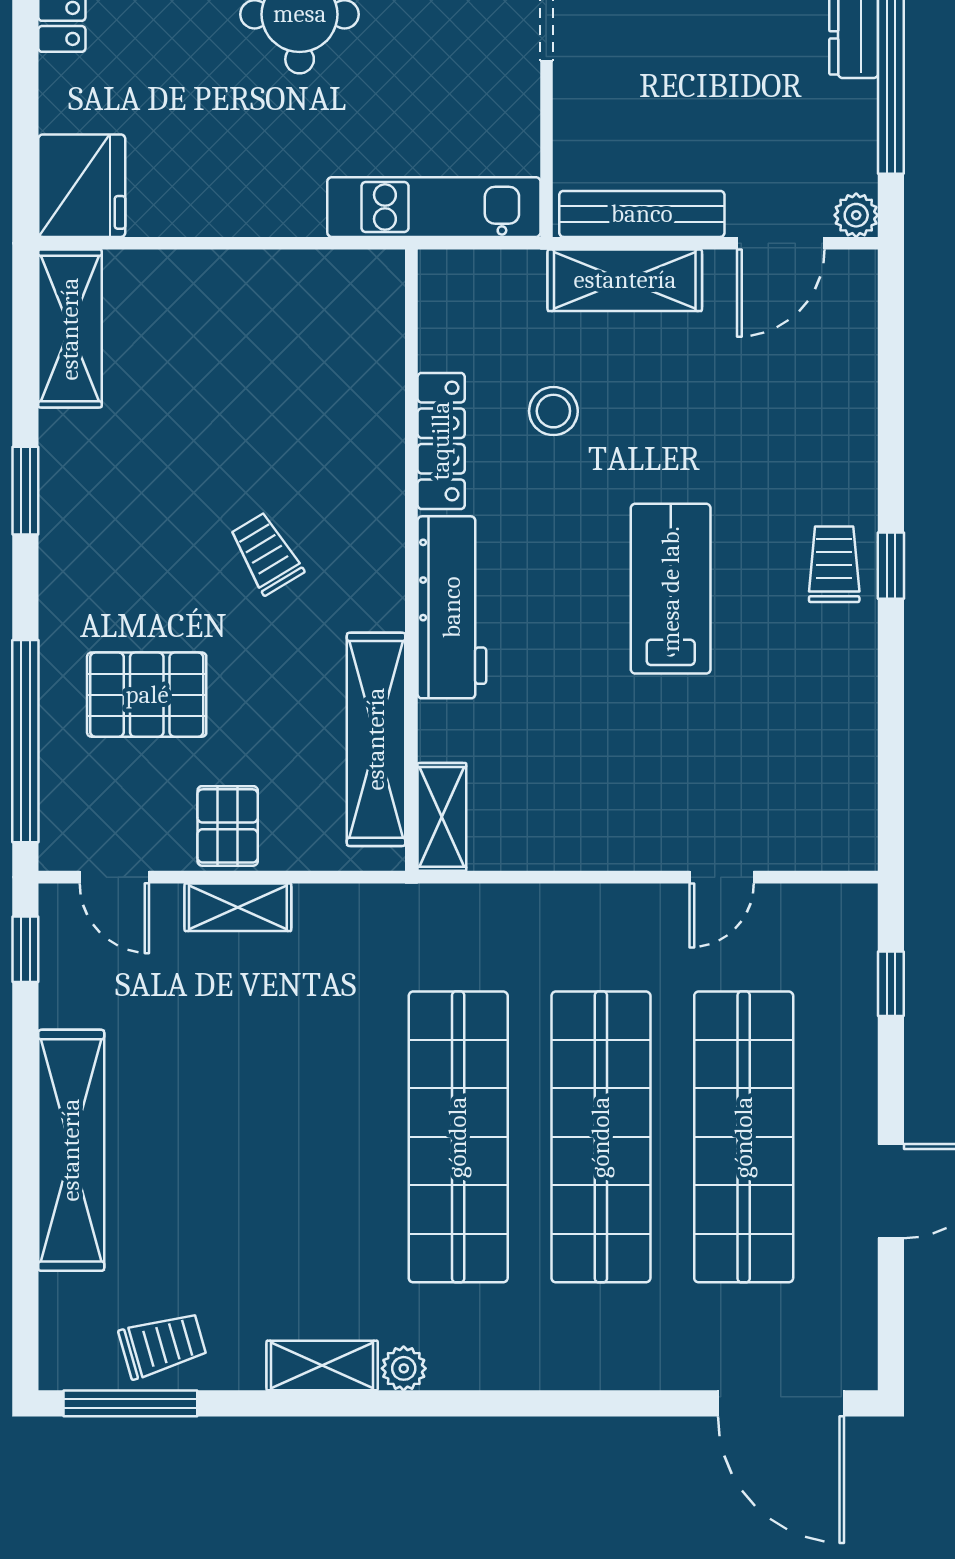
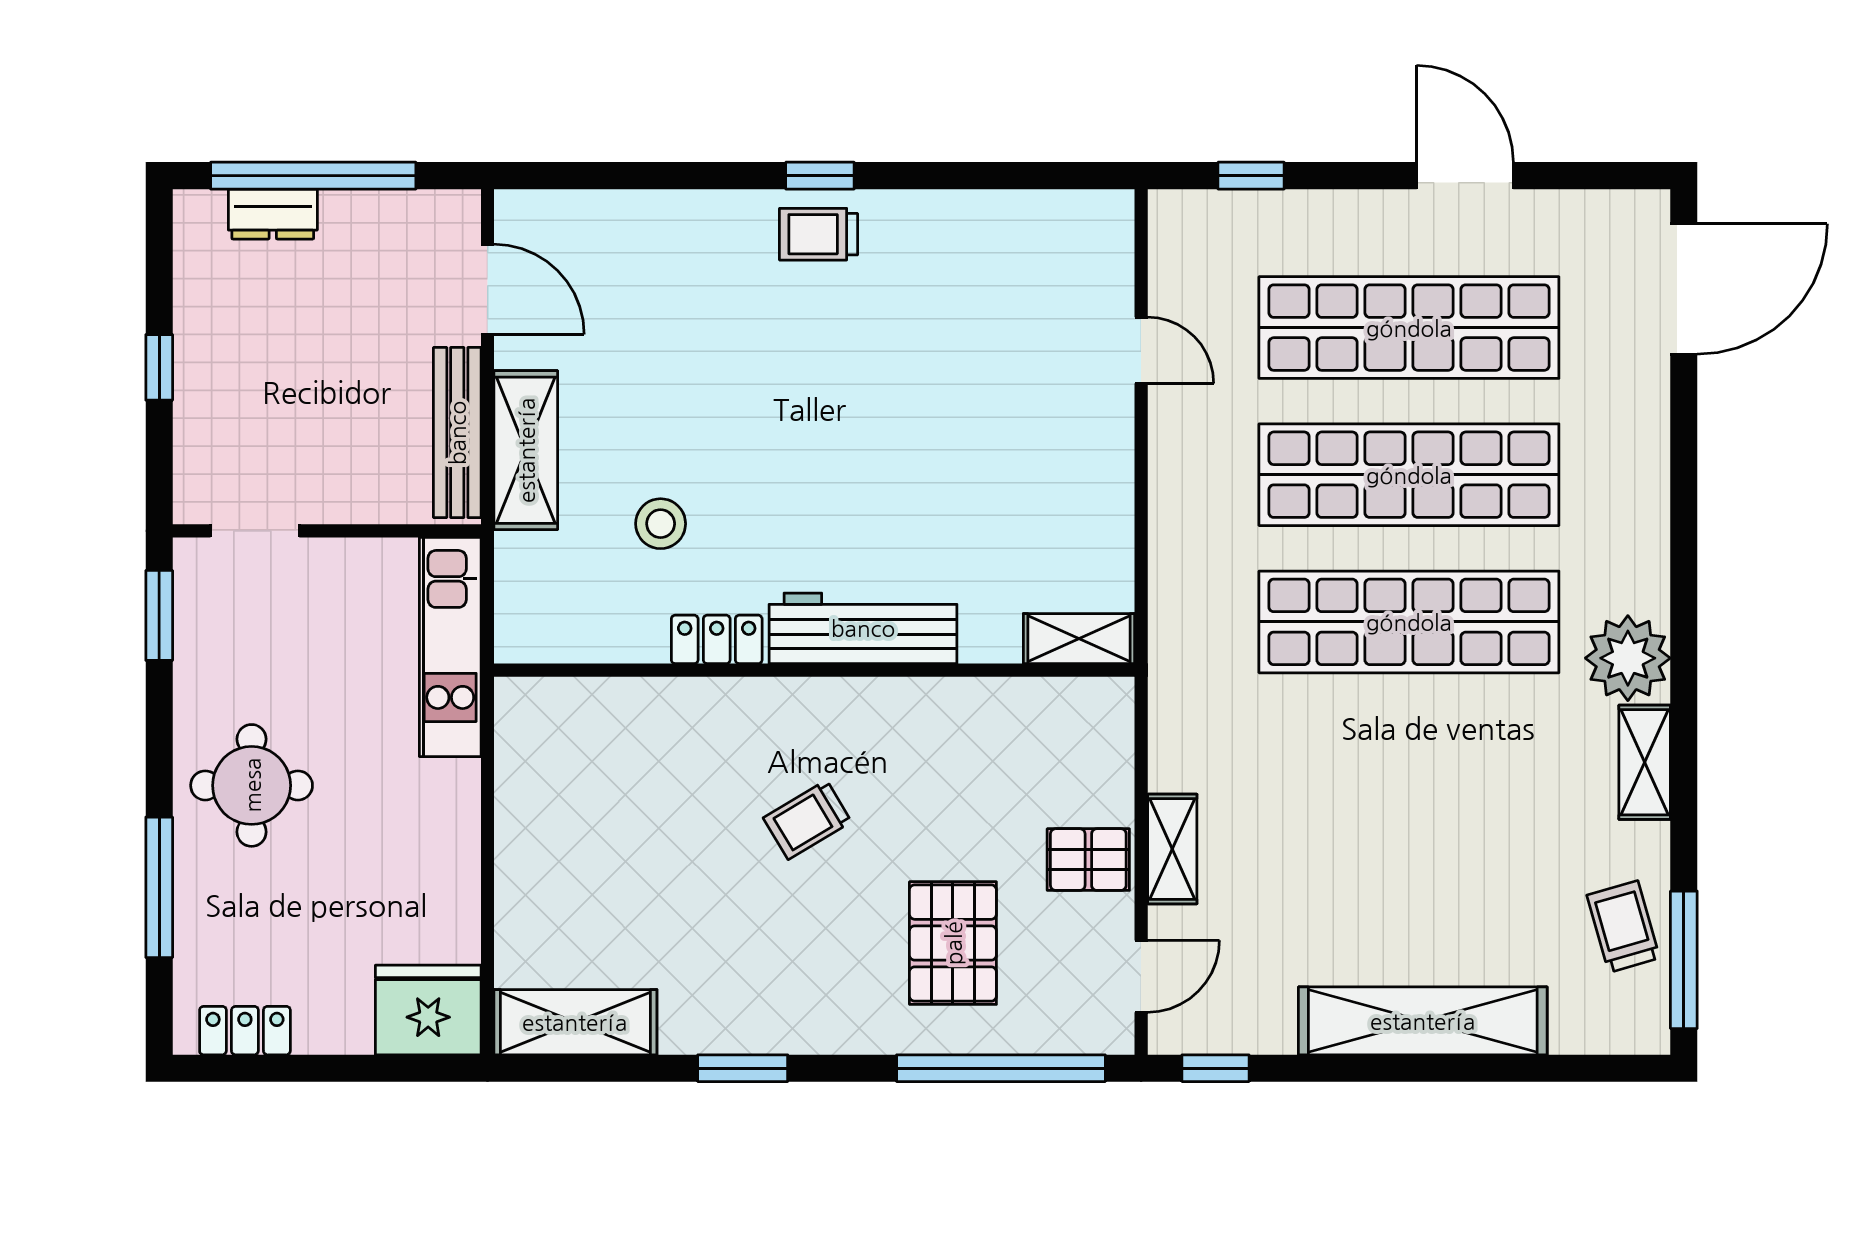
plant: (856, 215) -> (459, 212), removed
locker: (441, 441) -> (717, 639), width x0.66
lab bench: (671, 589) -> (844, 403), removed
shelving: (376, 739) -> (999, 707), removed
plant: (404, 1368) -> (1628, 658), width x1.88, depth x1.88

